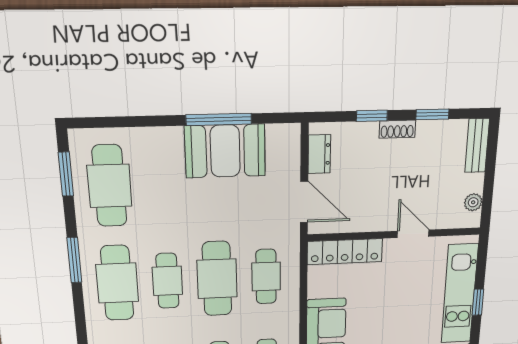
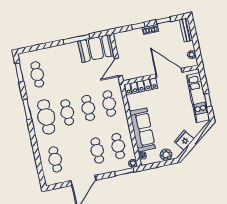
booth: (225, 151) -> (96, 48), moved
dresser: (319, 154) -> (120, 46), removed
cafe table: (109, 186) -> (37, 74), width x0.73, depth x0.74
door: (304, 202) -> (118, 67), swing flipped
door: (413, 234) -> (169, 73), width x1.87
cafe table: (217, 279) -> (88, 108), width x0.73, depth x0.74

